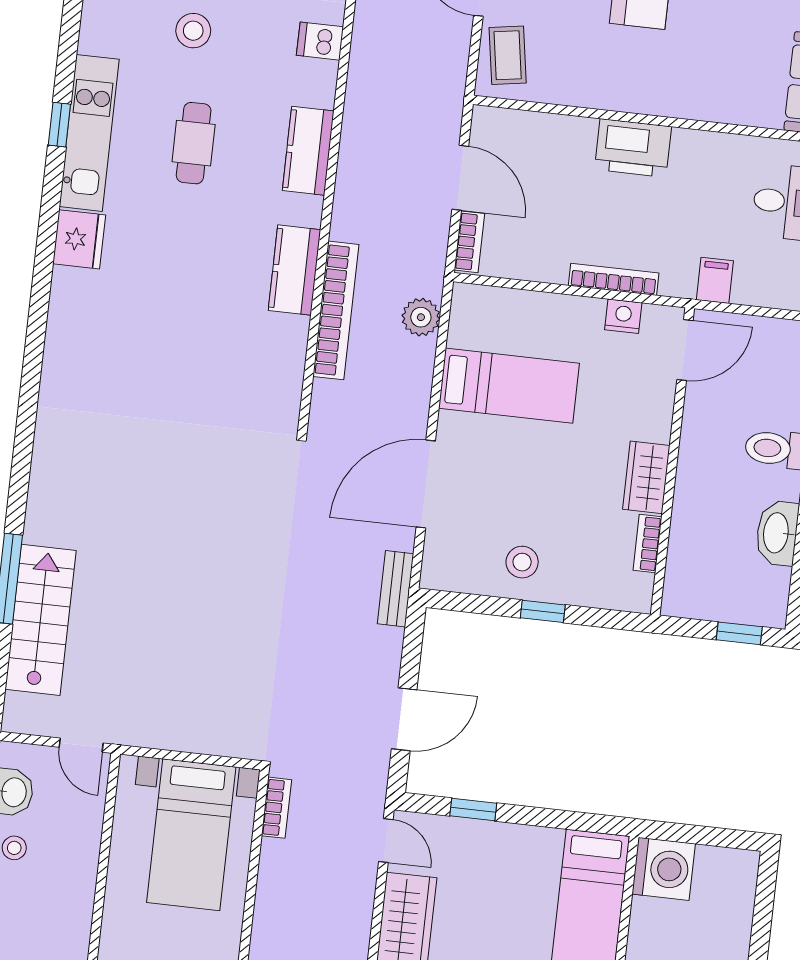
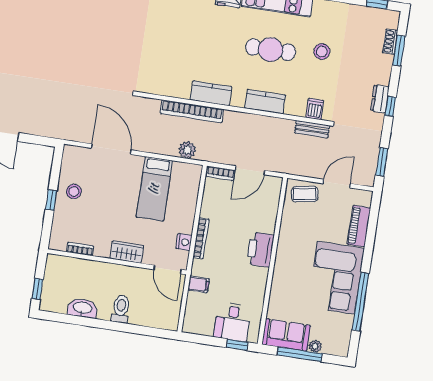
cafe table: (194, 143) -> (271, 50), width x1.37, depth x1.35
wardrobe: (646, 477) -> (127, 252), moved
bench: (396, 589) -> (312, 129), moved

